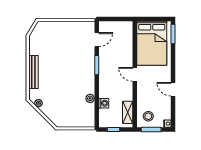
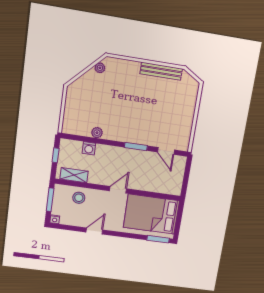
bench: (33, 72) -> (161, 71), moved
stool: (148, 116) -> (79, 198), moved

